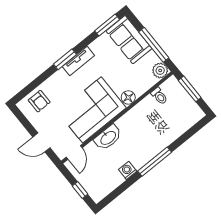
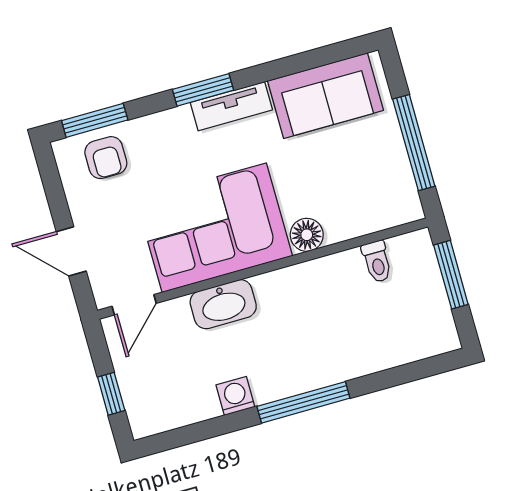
window: (107, 25) -> (95, 120), moved
sofa: (129, 40) -> (325, 96), moved, turned -90
plant: (160, 70) -> (403, 206), removed

